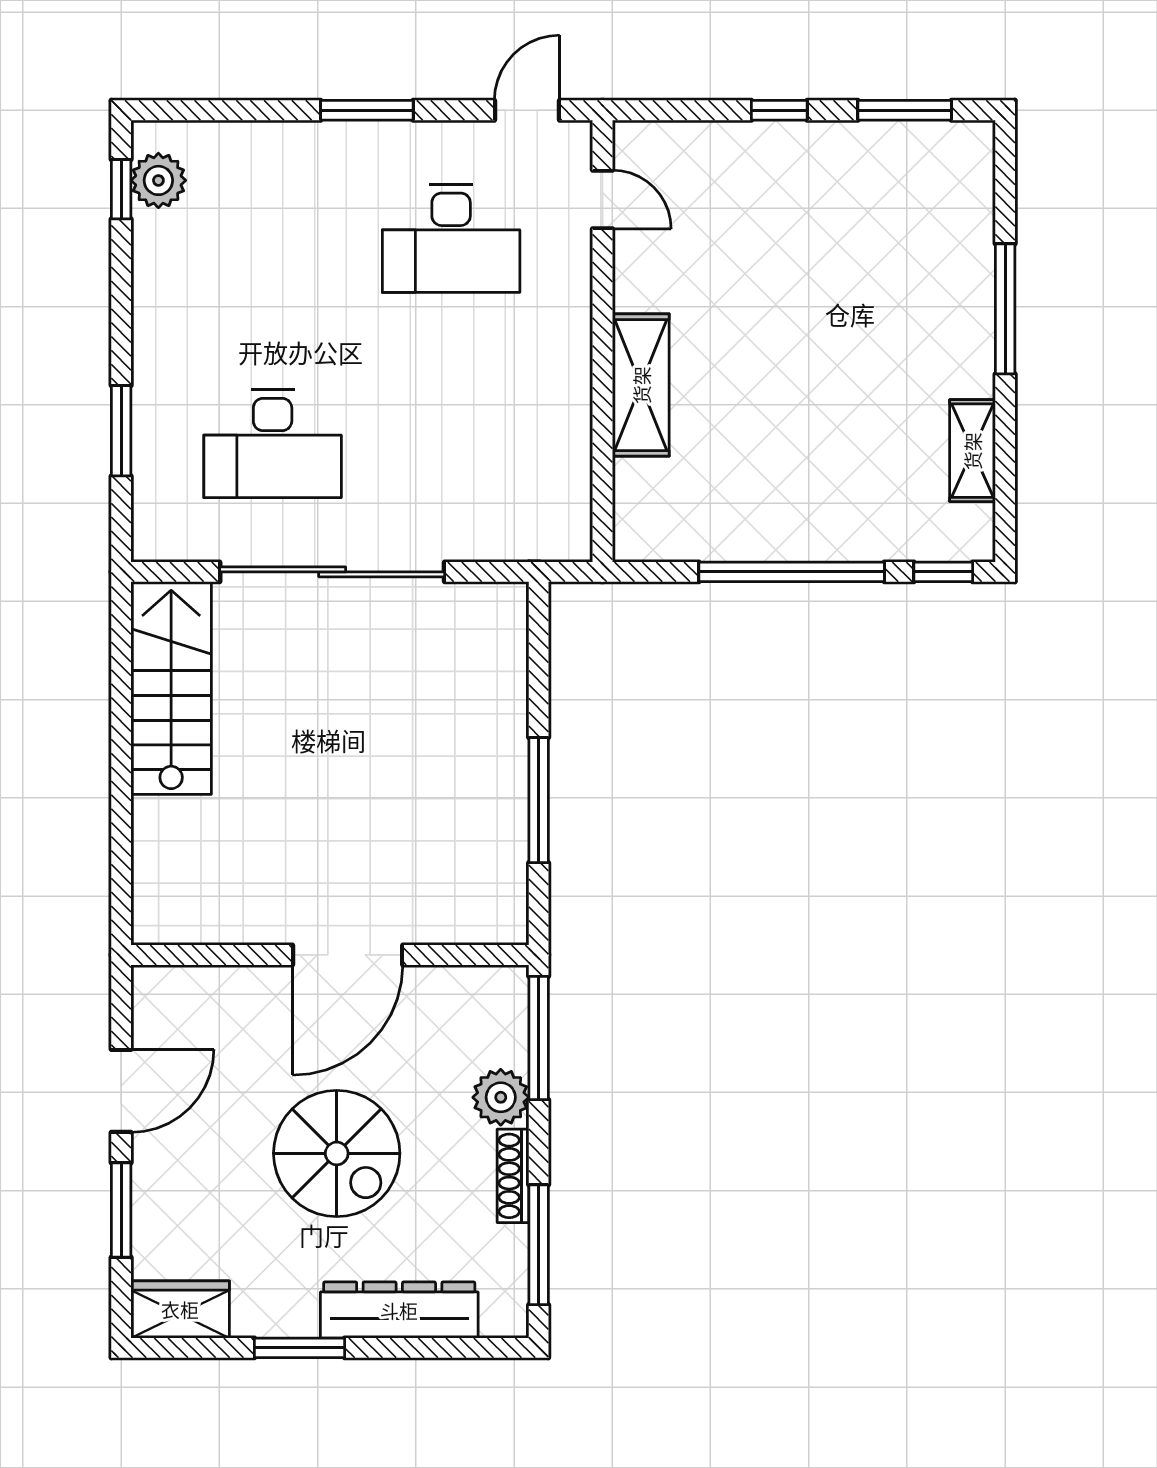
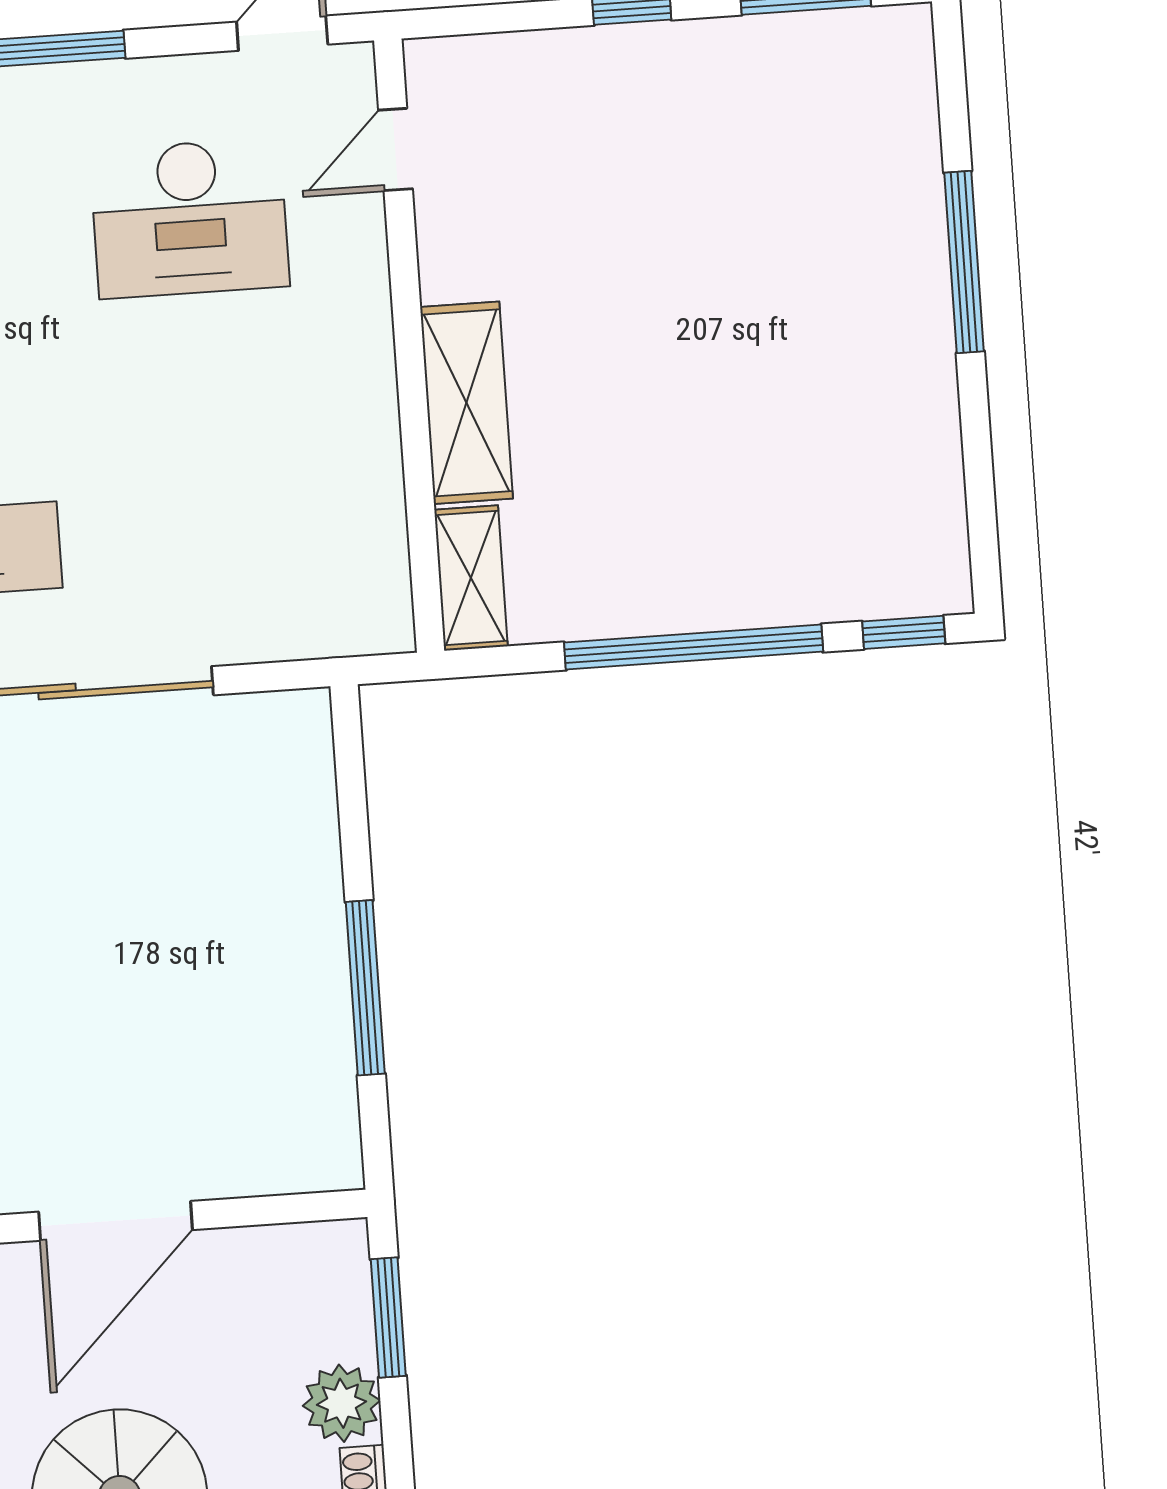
door: (602, 200) -> (395, 149), swing flipped
shelving: (972, 451) -> (471, 578), moved
window: (539, 1038) -> (388, 1317), width x0.69

